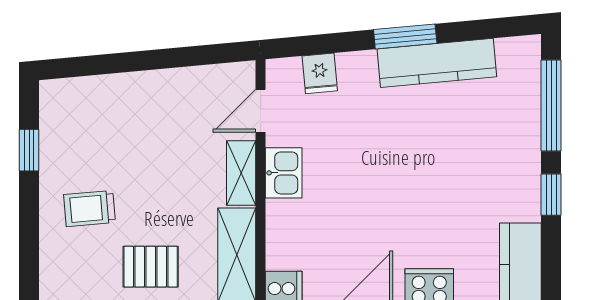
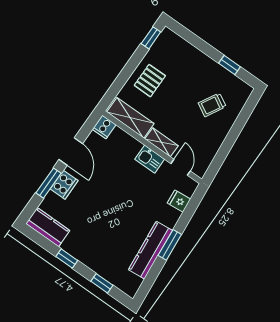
window: (551, 106) -> (102, 283), width x0.46
trolley: (90, 209) -> (212, 105), moved, turned -146

